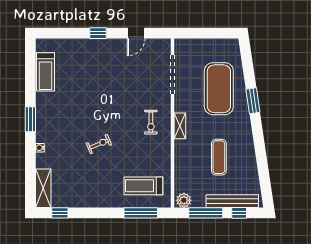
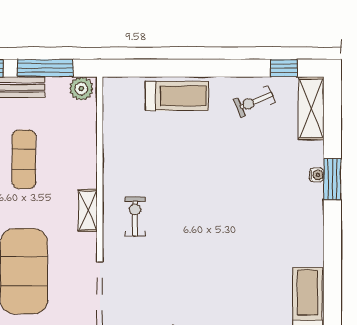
window: (30, 119) -> (332, 179), moved
exercise bike: (99, 144) -> (255, 101), moved
treadmill: (143, 186) -> (177, 96), moved
window: (141, 213) -> (152, 68), removed

